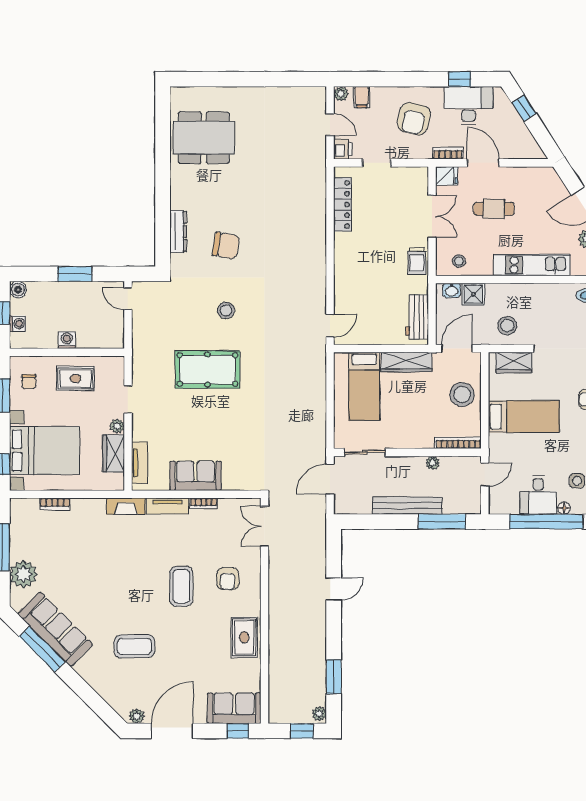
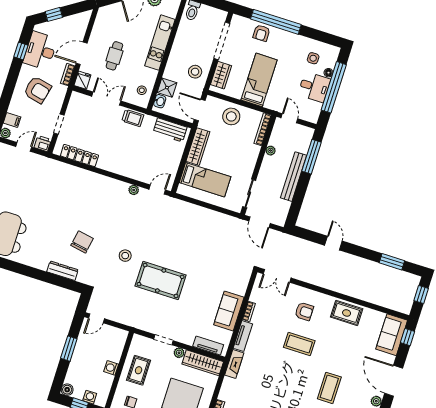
door: (330, 326) -> (157, 190), hinge flipped
pool table: (207, 369) -> (161, 281), turned 90
wardrobe: (114, 453) -> (203, 363), width x1.50
plant: (319, 714) -> (134, 190), moved

